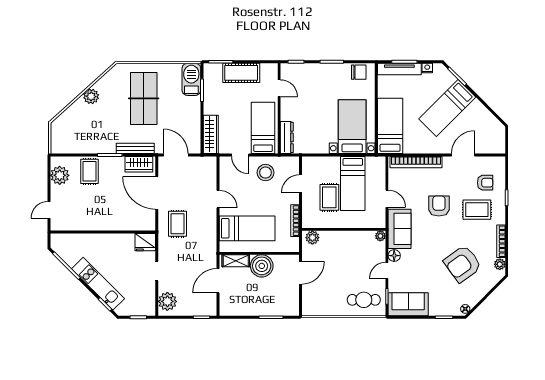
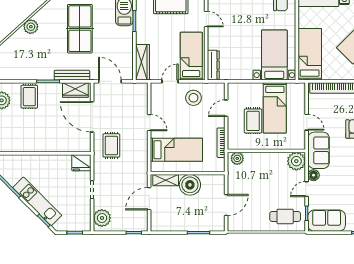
door: (240, 155) -> (170, 81), swing flipped
plant: (380, 236) -> (296, 161), width x1.88, depth x1.88
door: (300, 273) -> (226, 205), moved

